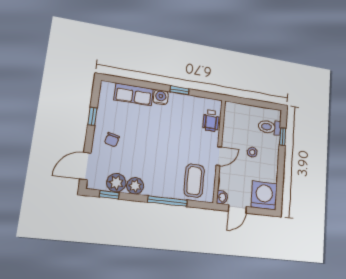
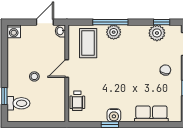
water cooler: (161, 97) -> (114, 115), moved
wheelchair: (211, 121) -> (77, 101), turned 180
plant: (135, 186) -> (114, 32), moved
washing machine: (264, 195) -> (14, 31), width x0.53, depth x0.53

